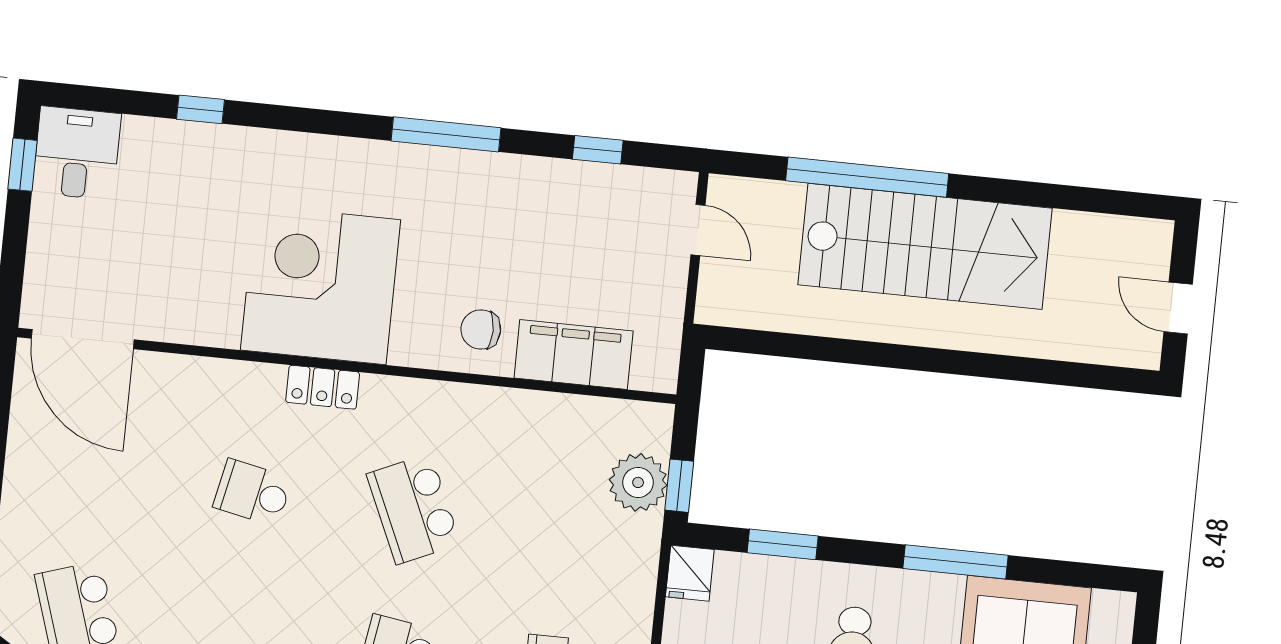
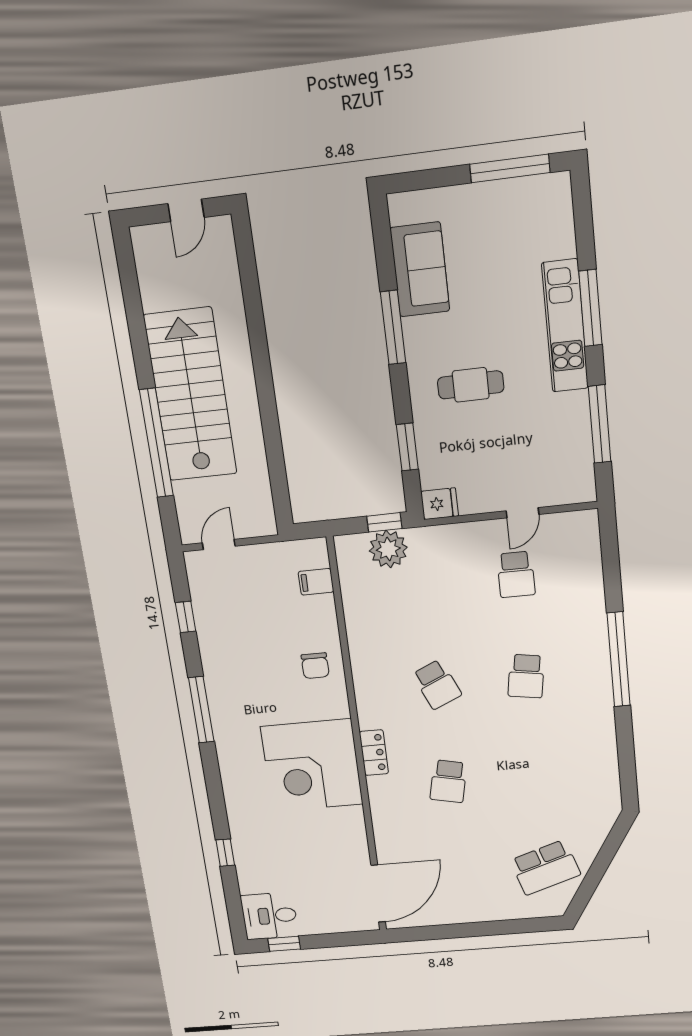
filing cabinet: (574, 354) -> (316, 582), width x0.33, depth x0.86
school desk: (413, 509) -> (437, 684), width x0.54

